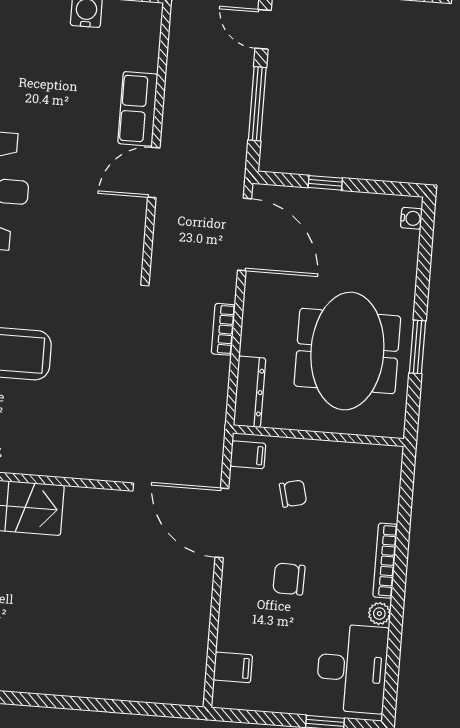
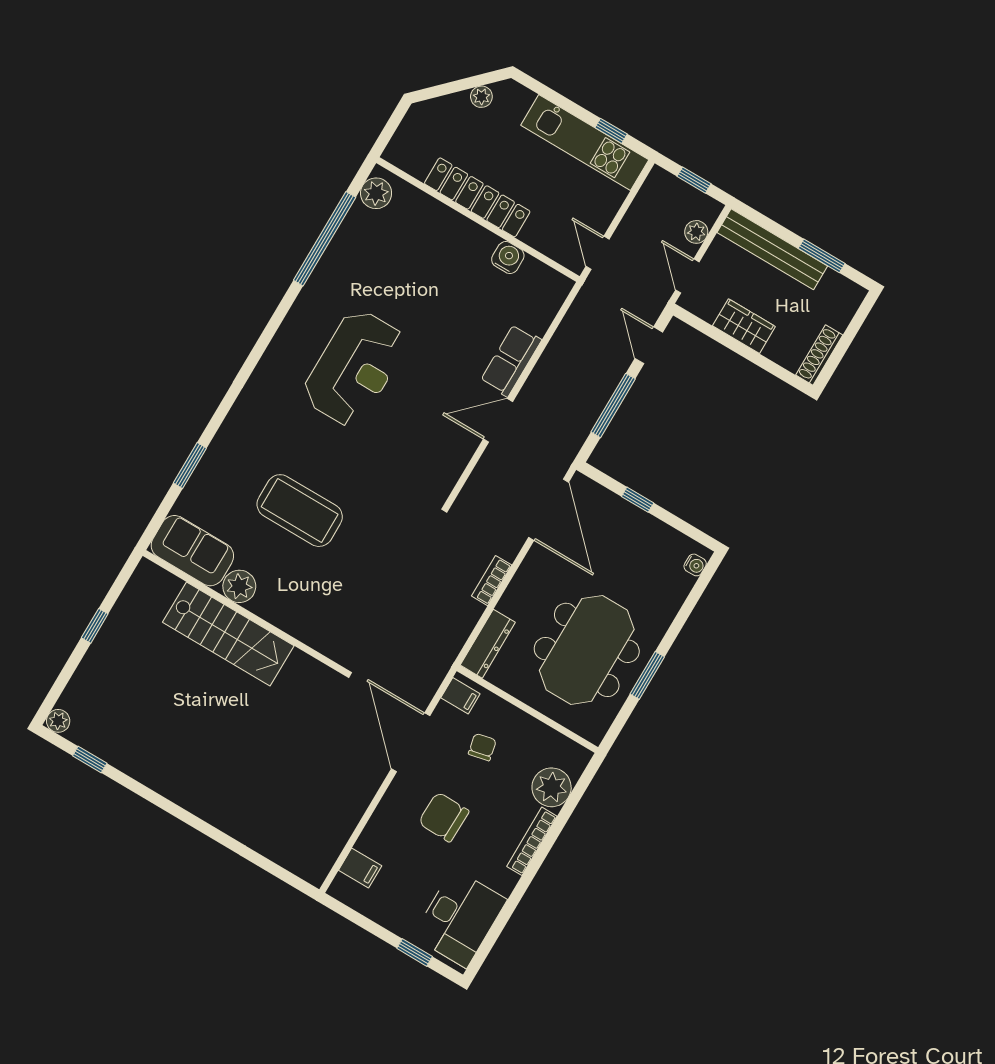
chair: (293, 494) -> (482, 747), turned -88
chair: (289, 579) -> (444, 817), width x1.37, depth x1.37
plant: (379, 614) -> (552, 787), moved, width x1.88, depth x1.88

